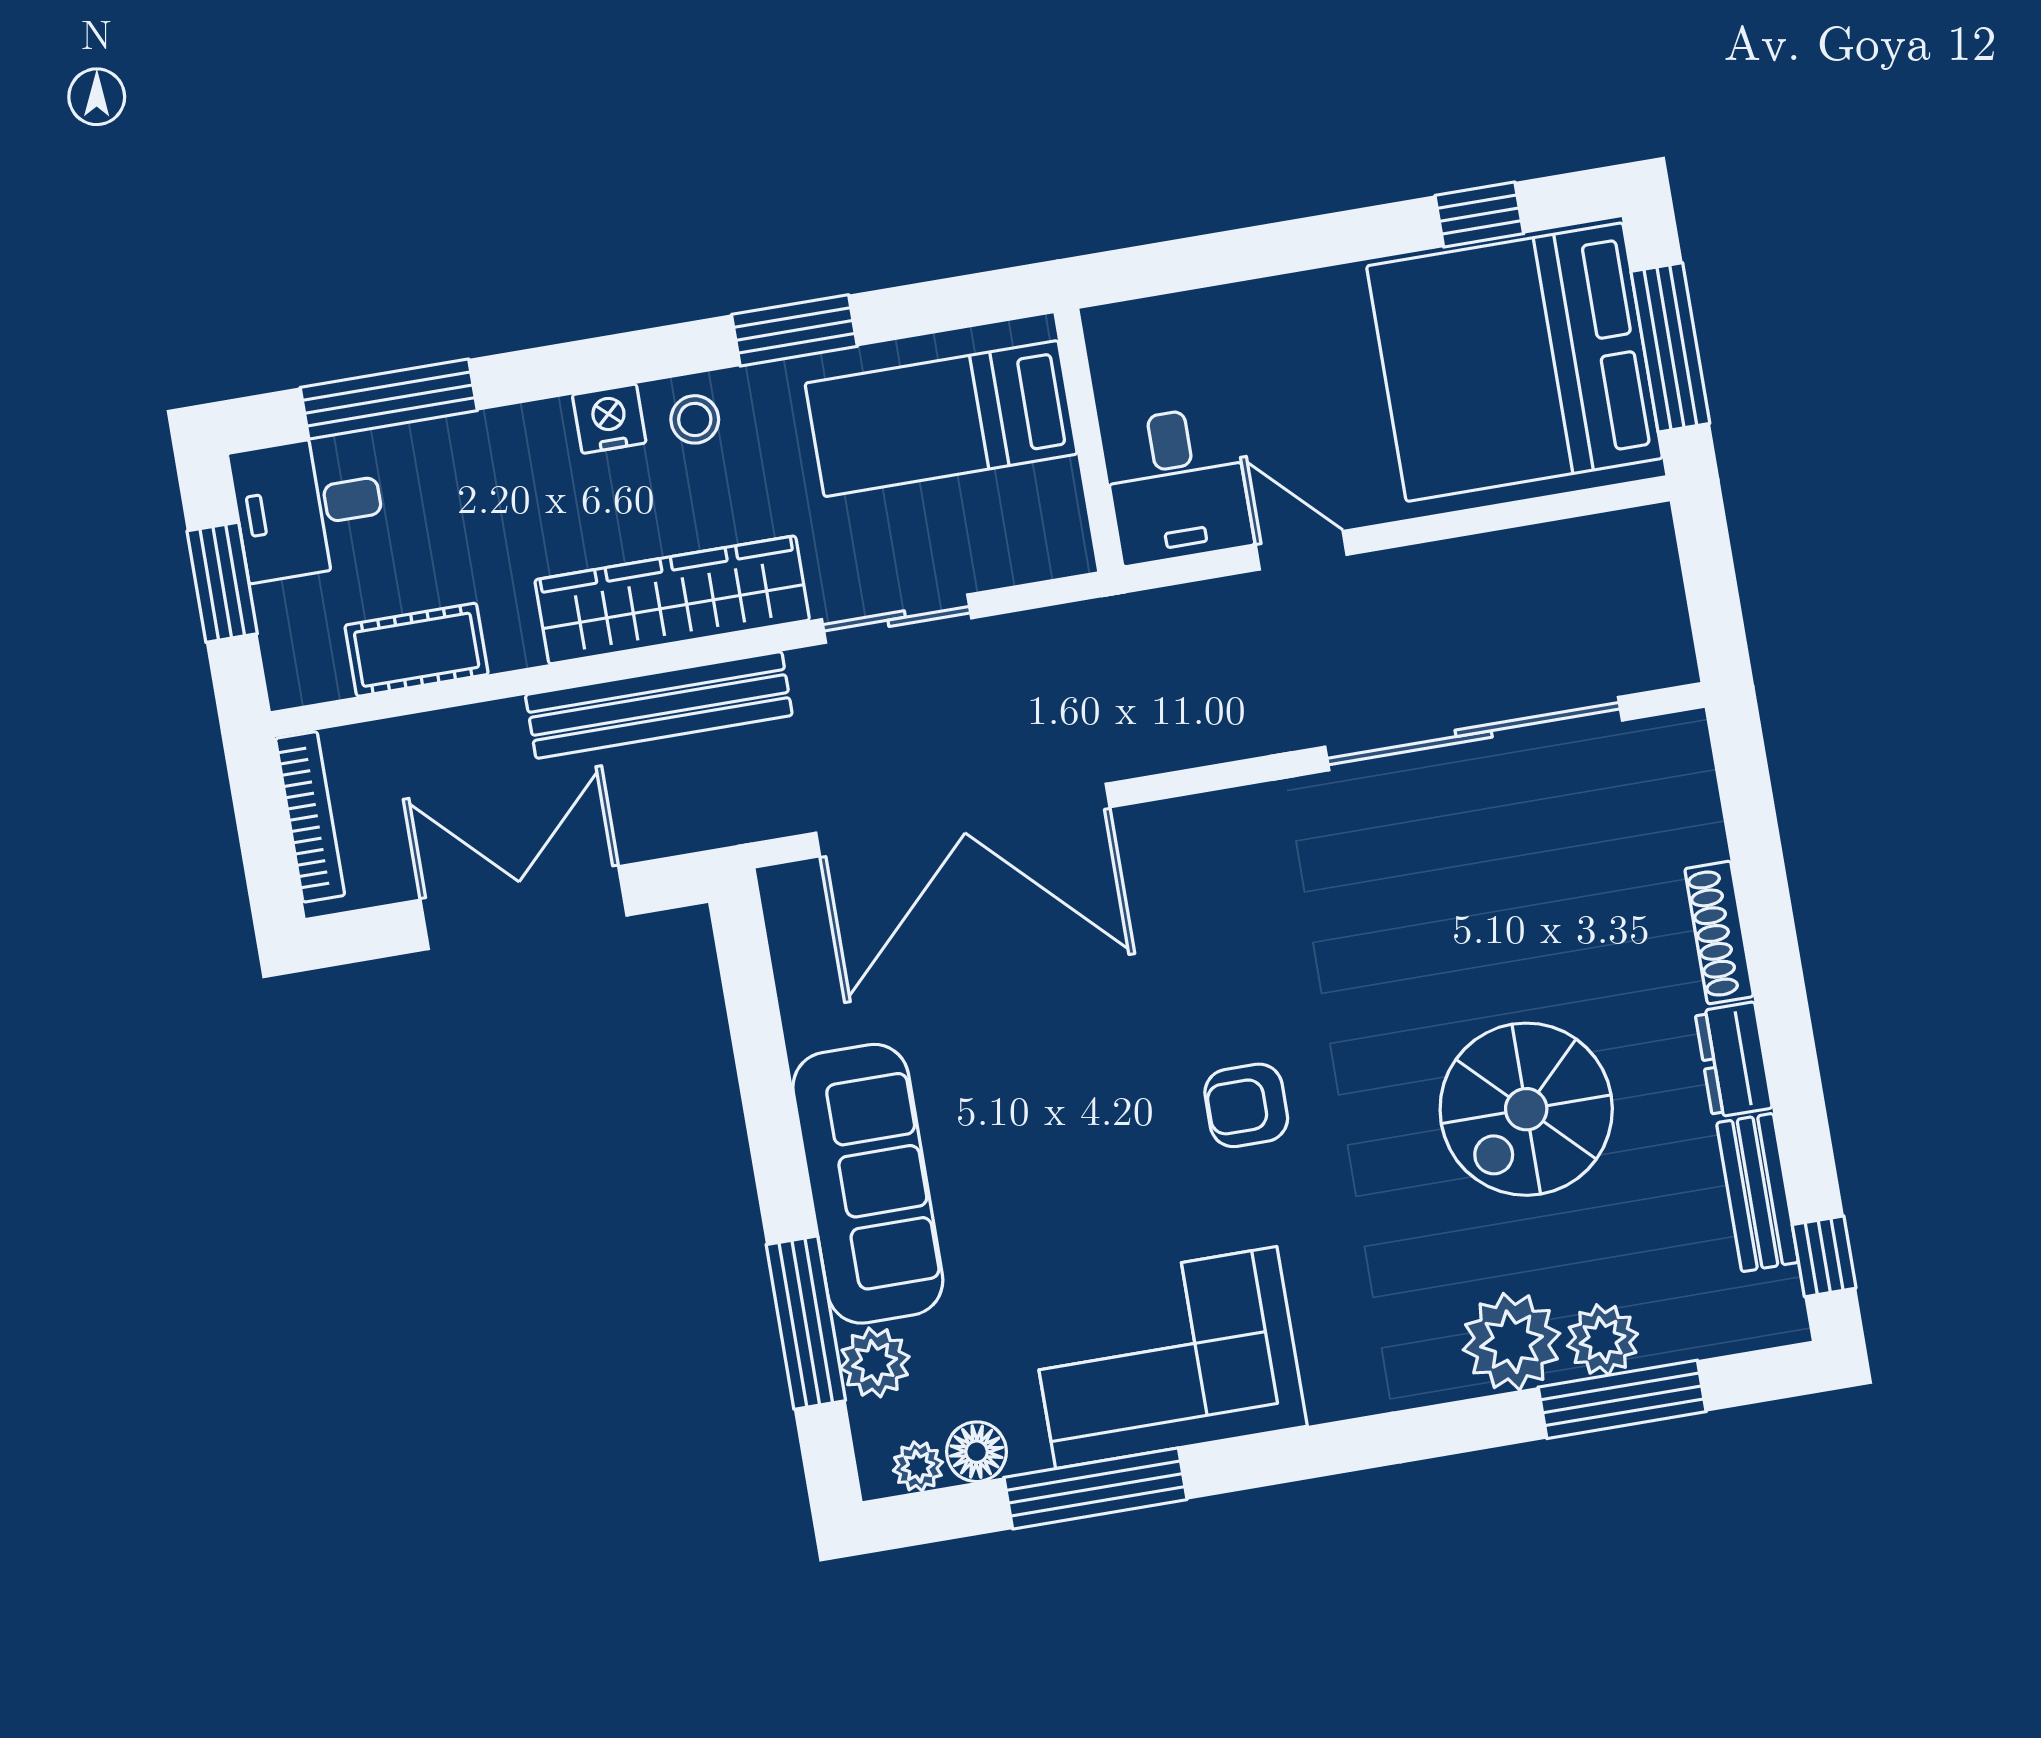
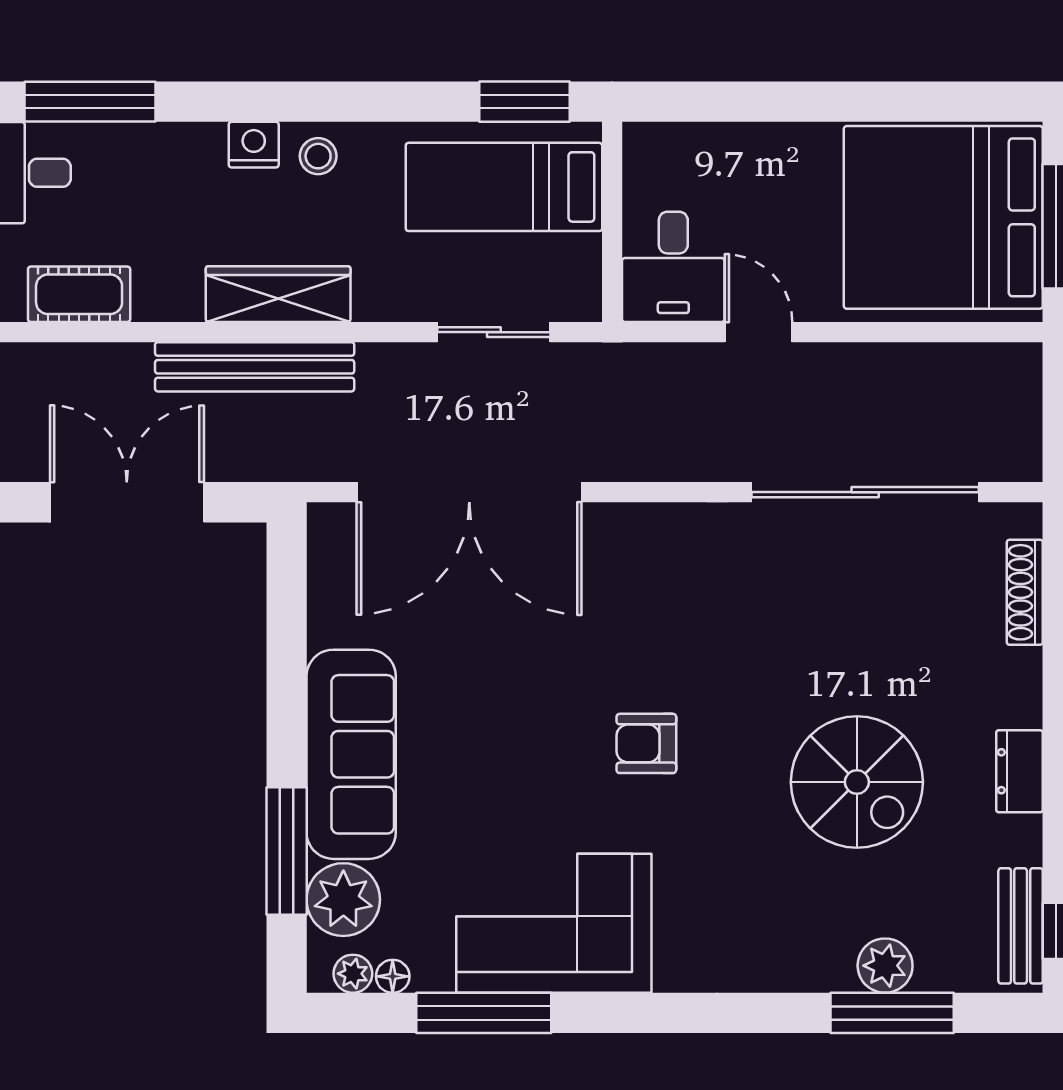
window: (1479, 215) -> (936, 102), removed
window: (794, 330) -> (524, 102), moved
wardrobe: (672, 600) -> (278, 294), width x0.71, depth x0.85
sliding door: (897, 619) -> (494, 332), moved
shoe rack: (1719, 933) -> (1025, 592), moved
spiral stairs: (1526, 1109) -> (857, 782), turned -90
bench: (1757, 1193) -> (1021, 926), moved
plant: (1512, 1342) -> (816, 955), removed
plant: (875, 1362) -> (343, 900), width x1.36, depth x1.36
floor lamp: (977, 1452) -> (393, 976), width x0.73, depth x0.73

